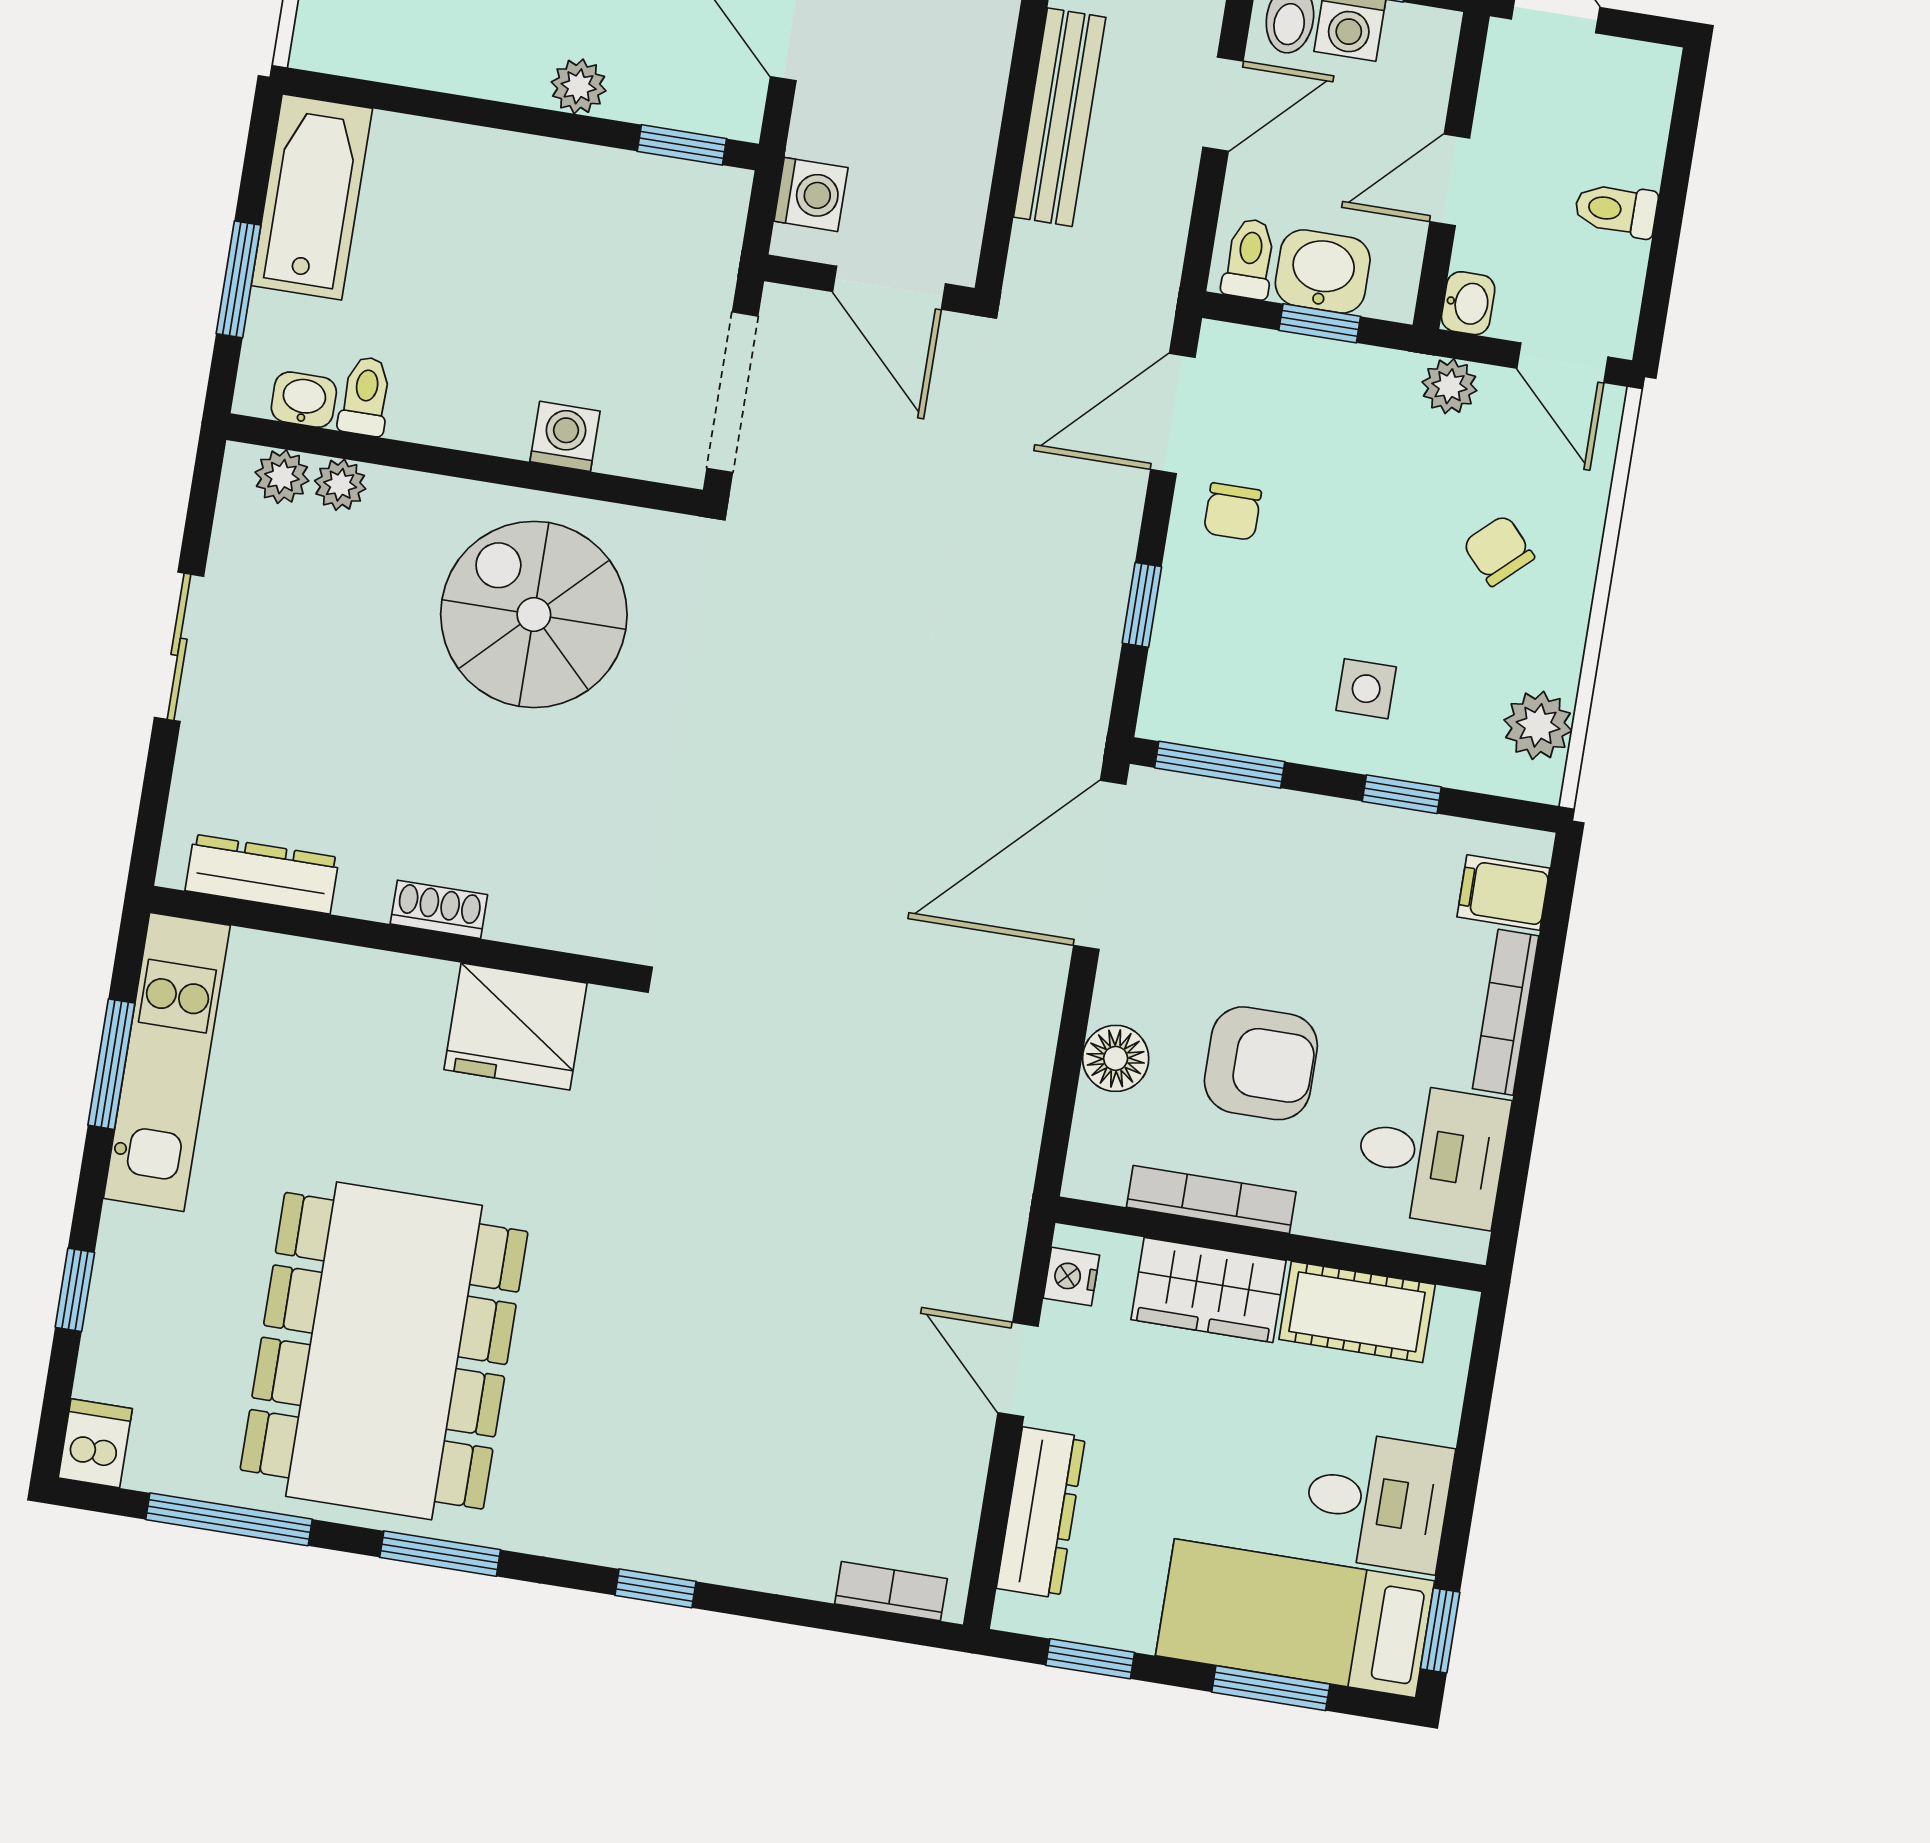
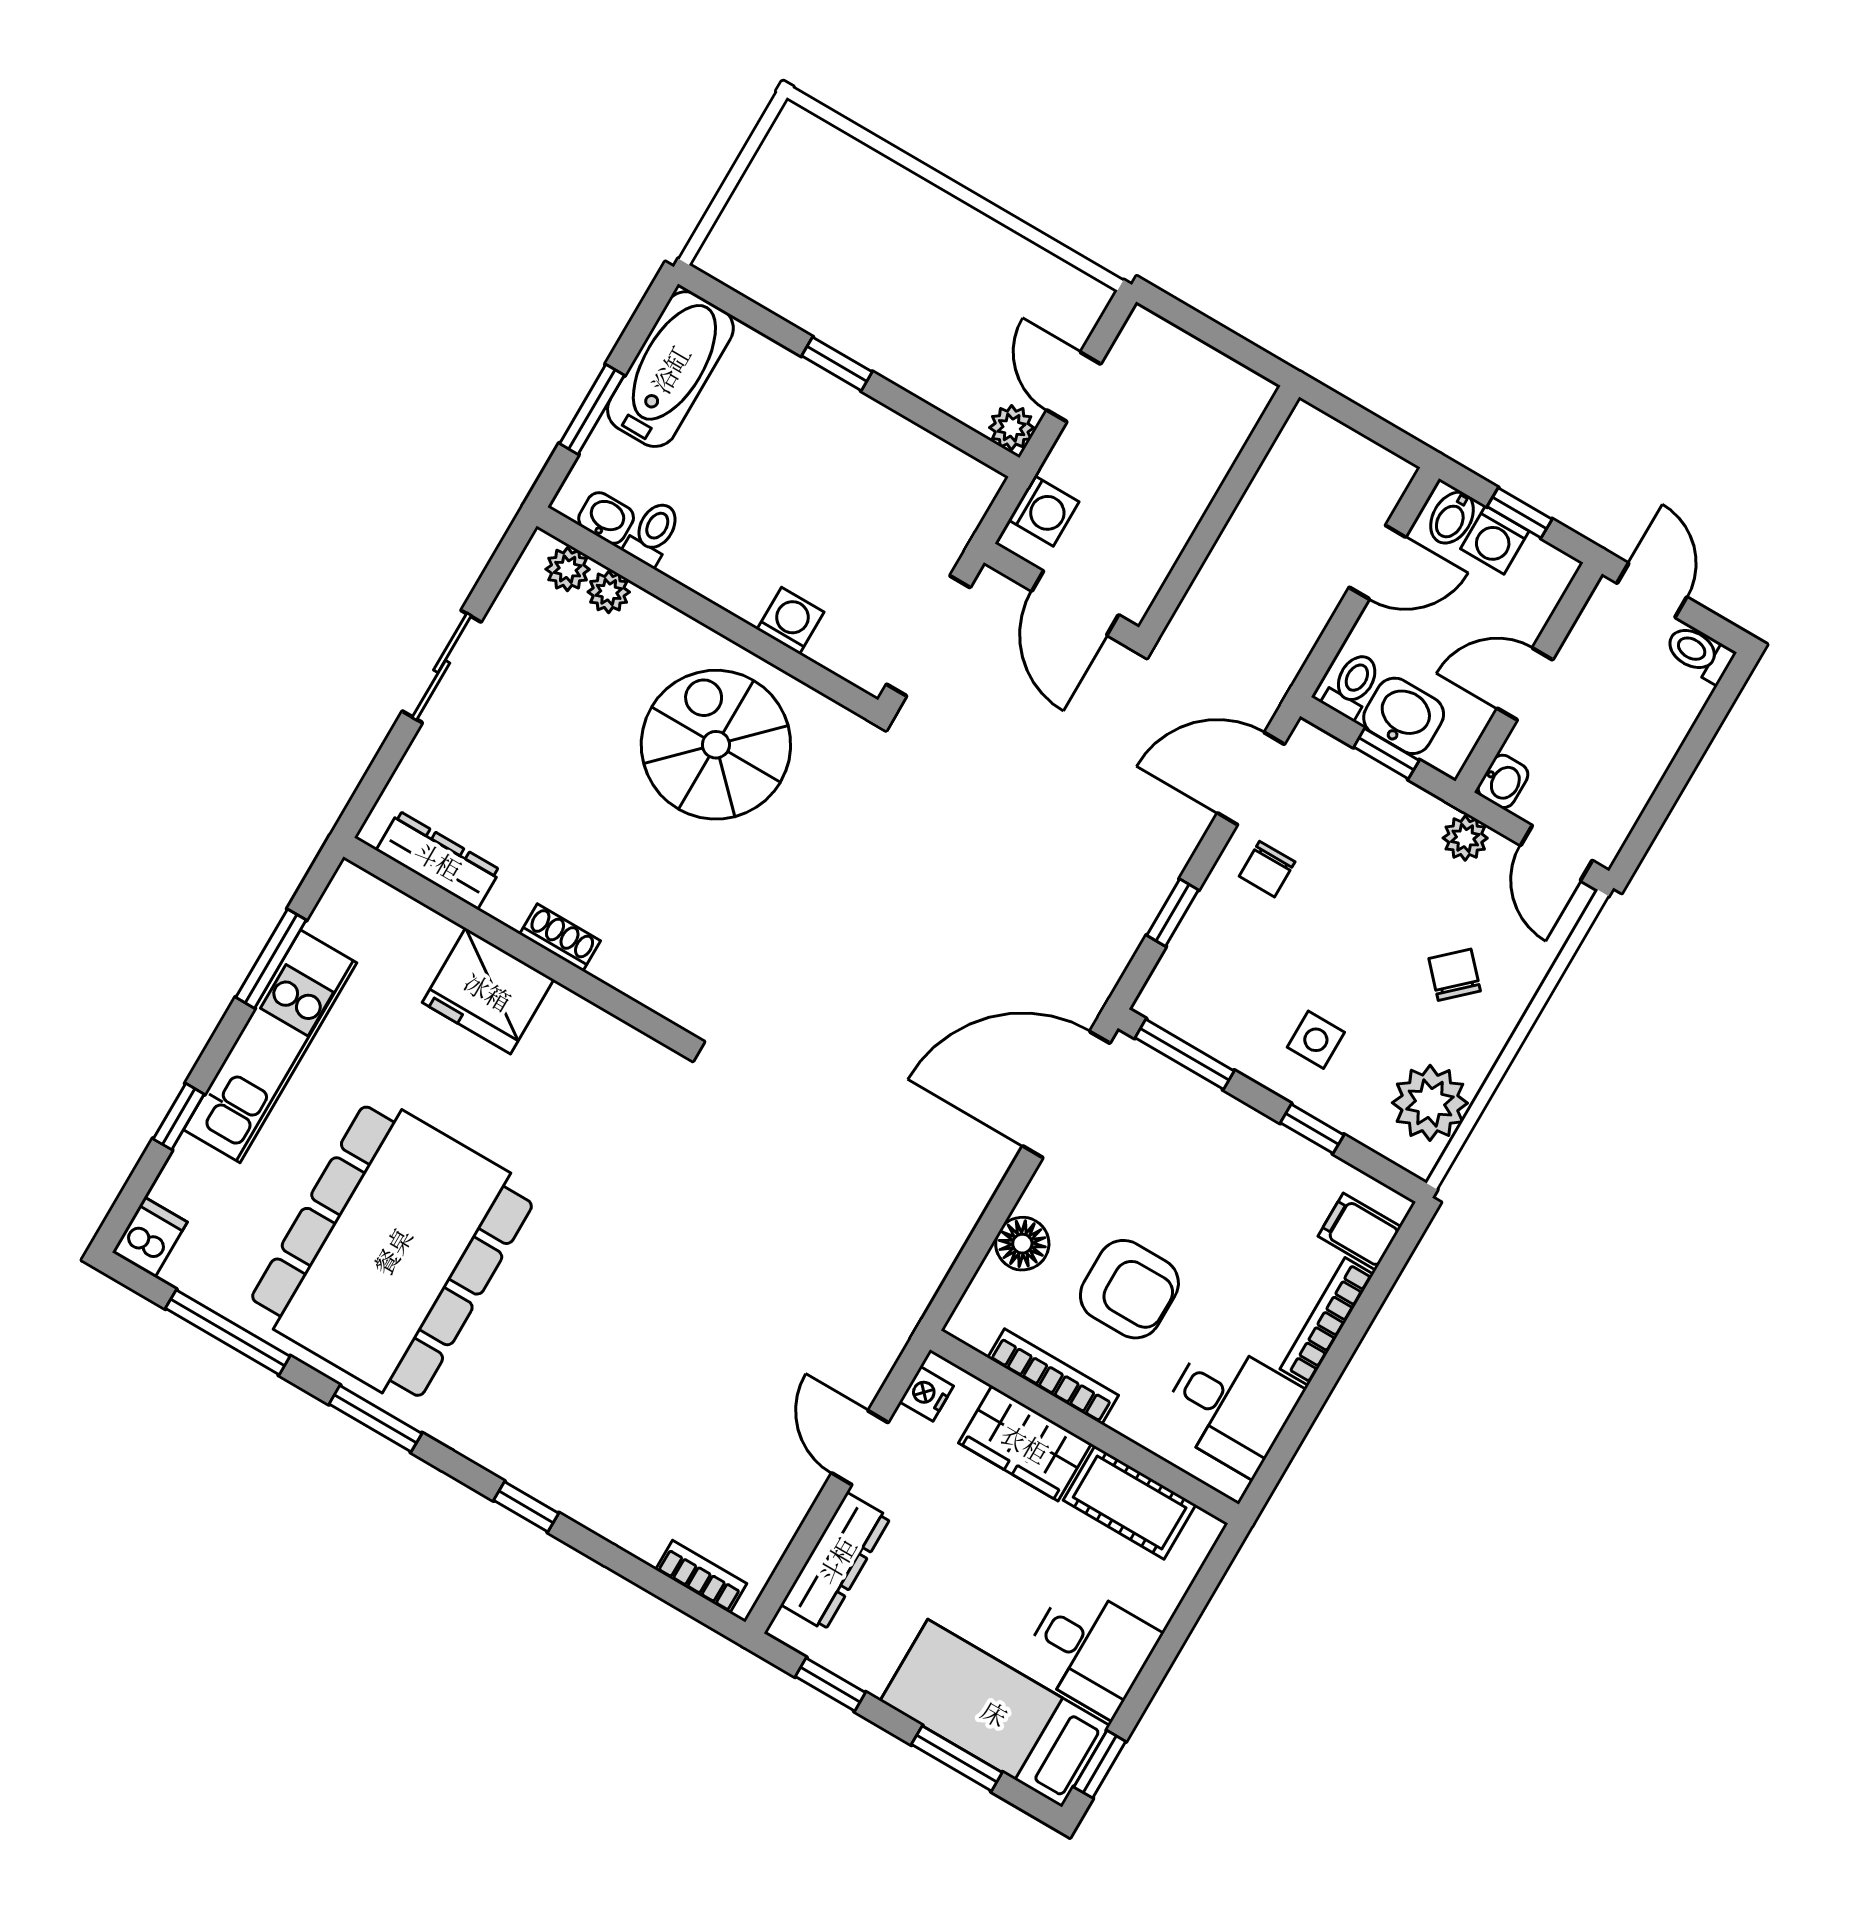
plant: (579, 86) -> (1012, 428), moved
bench: (1060, 117) -> (1252, 525), removed
window: (682, 145) -> (837, 364), moved
toilet: (1616, 210) -> (1699, 653), moved
plant: (1538, 725) -> (1430, 1103), width x1.36, depth x1.36
fridge: (516, 1026) -> (488, 991), moved
kitchen unit: (167, 1062) -> (270, 1046), moved

